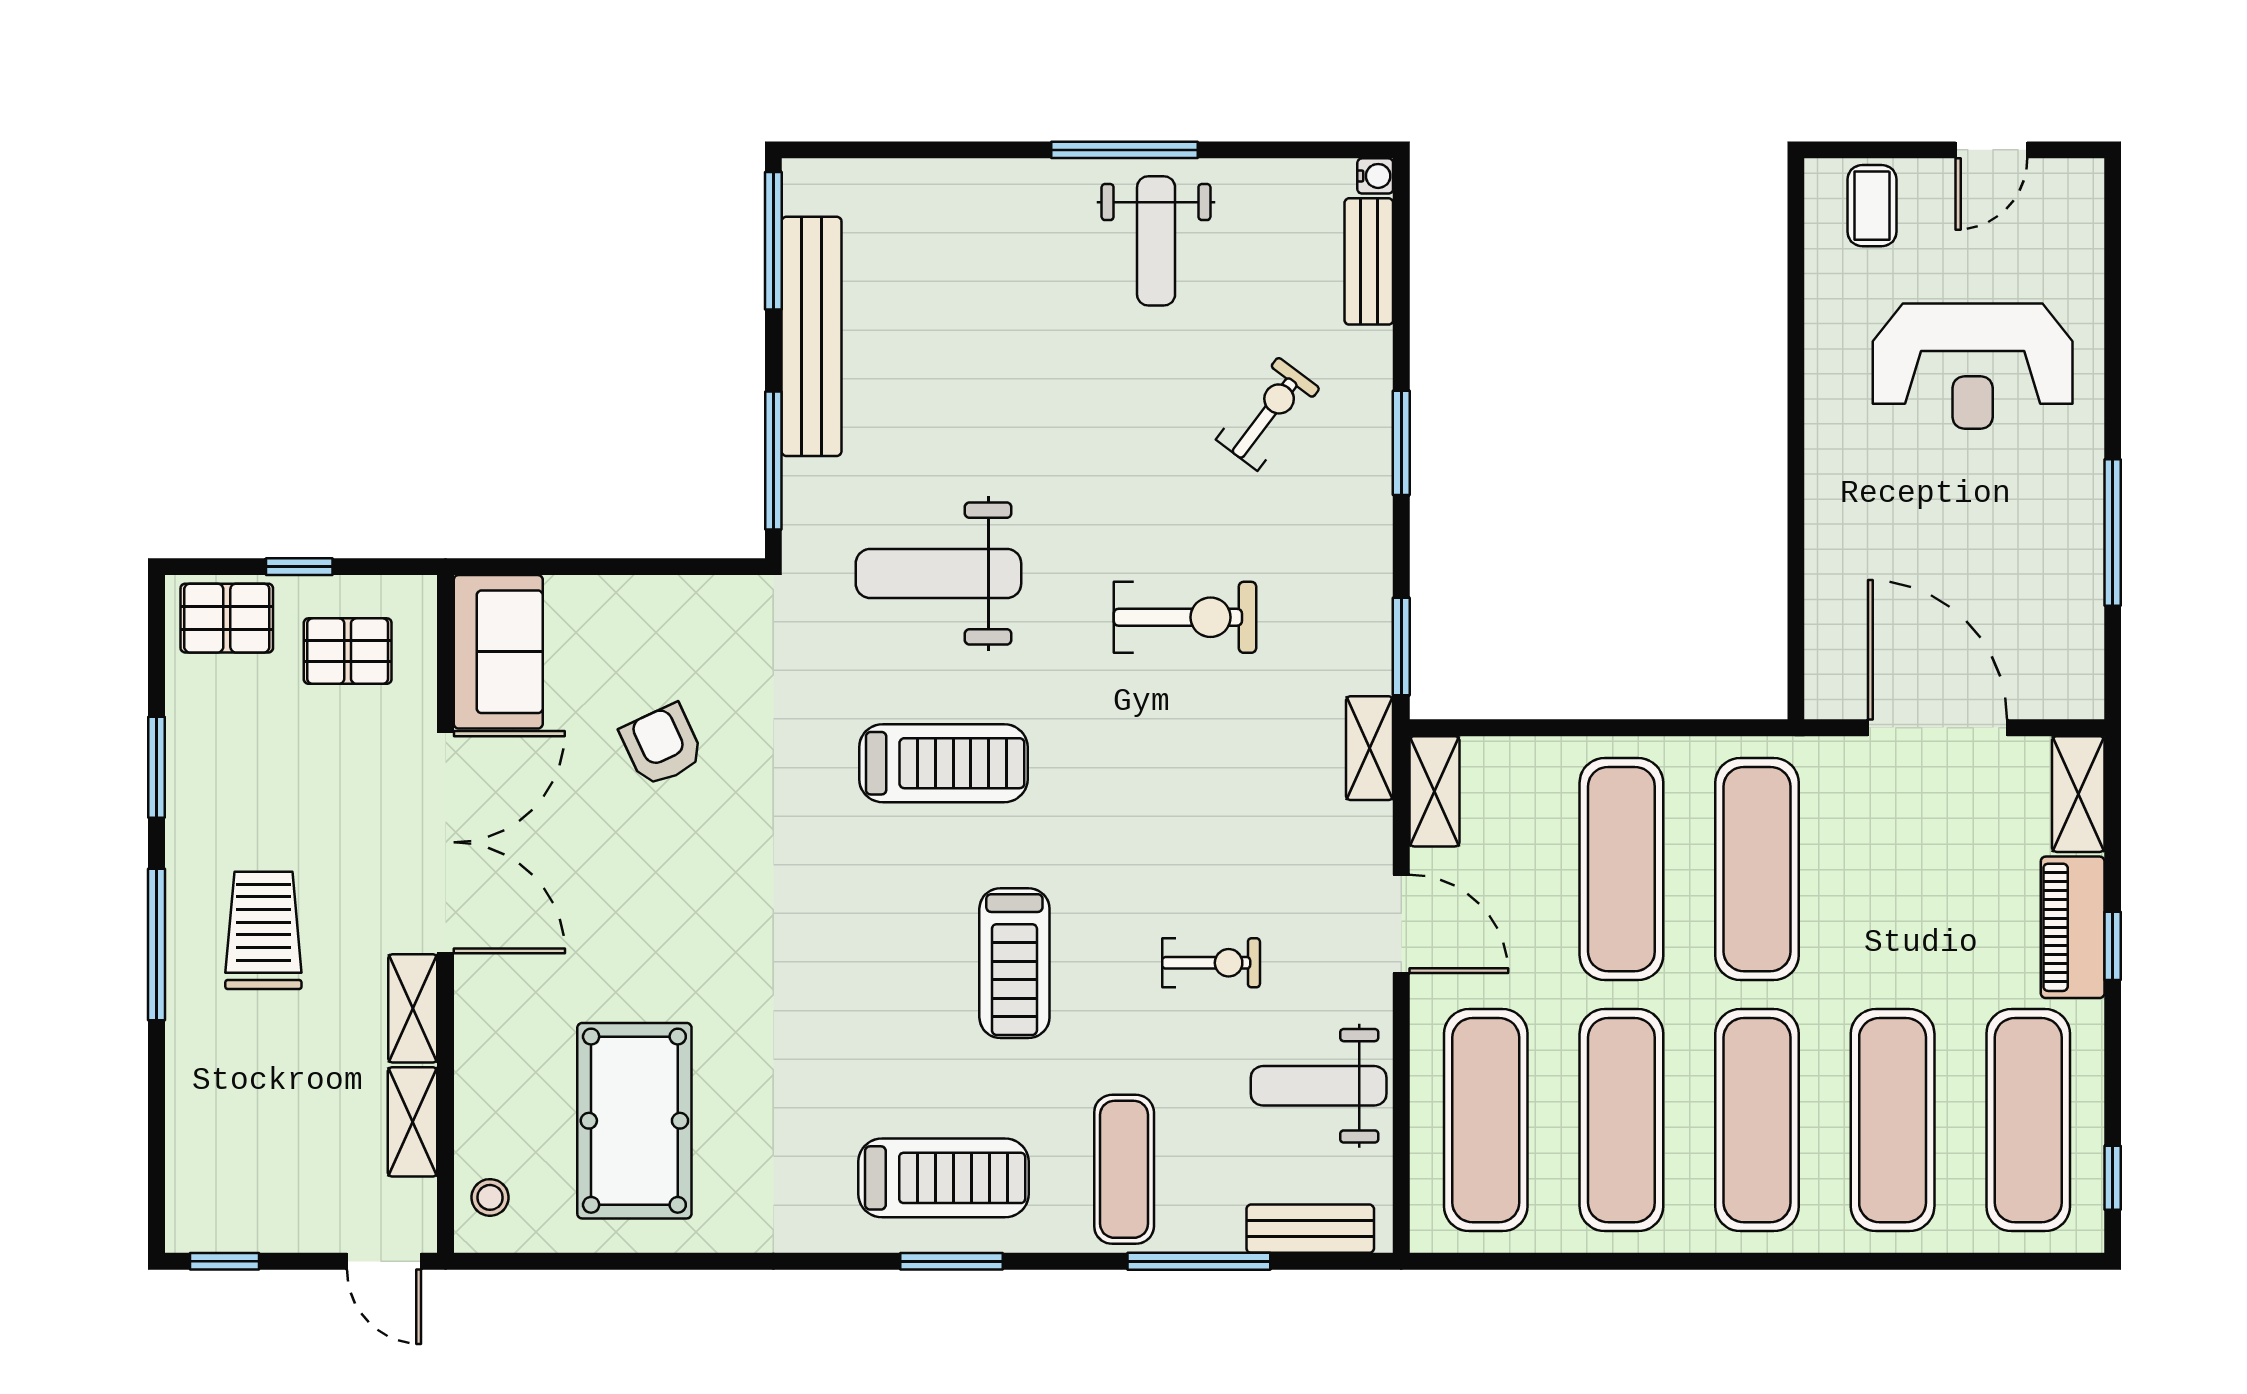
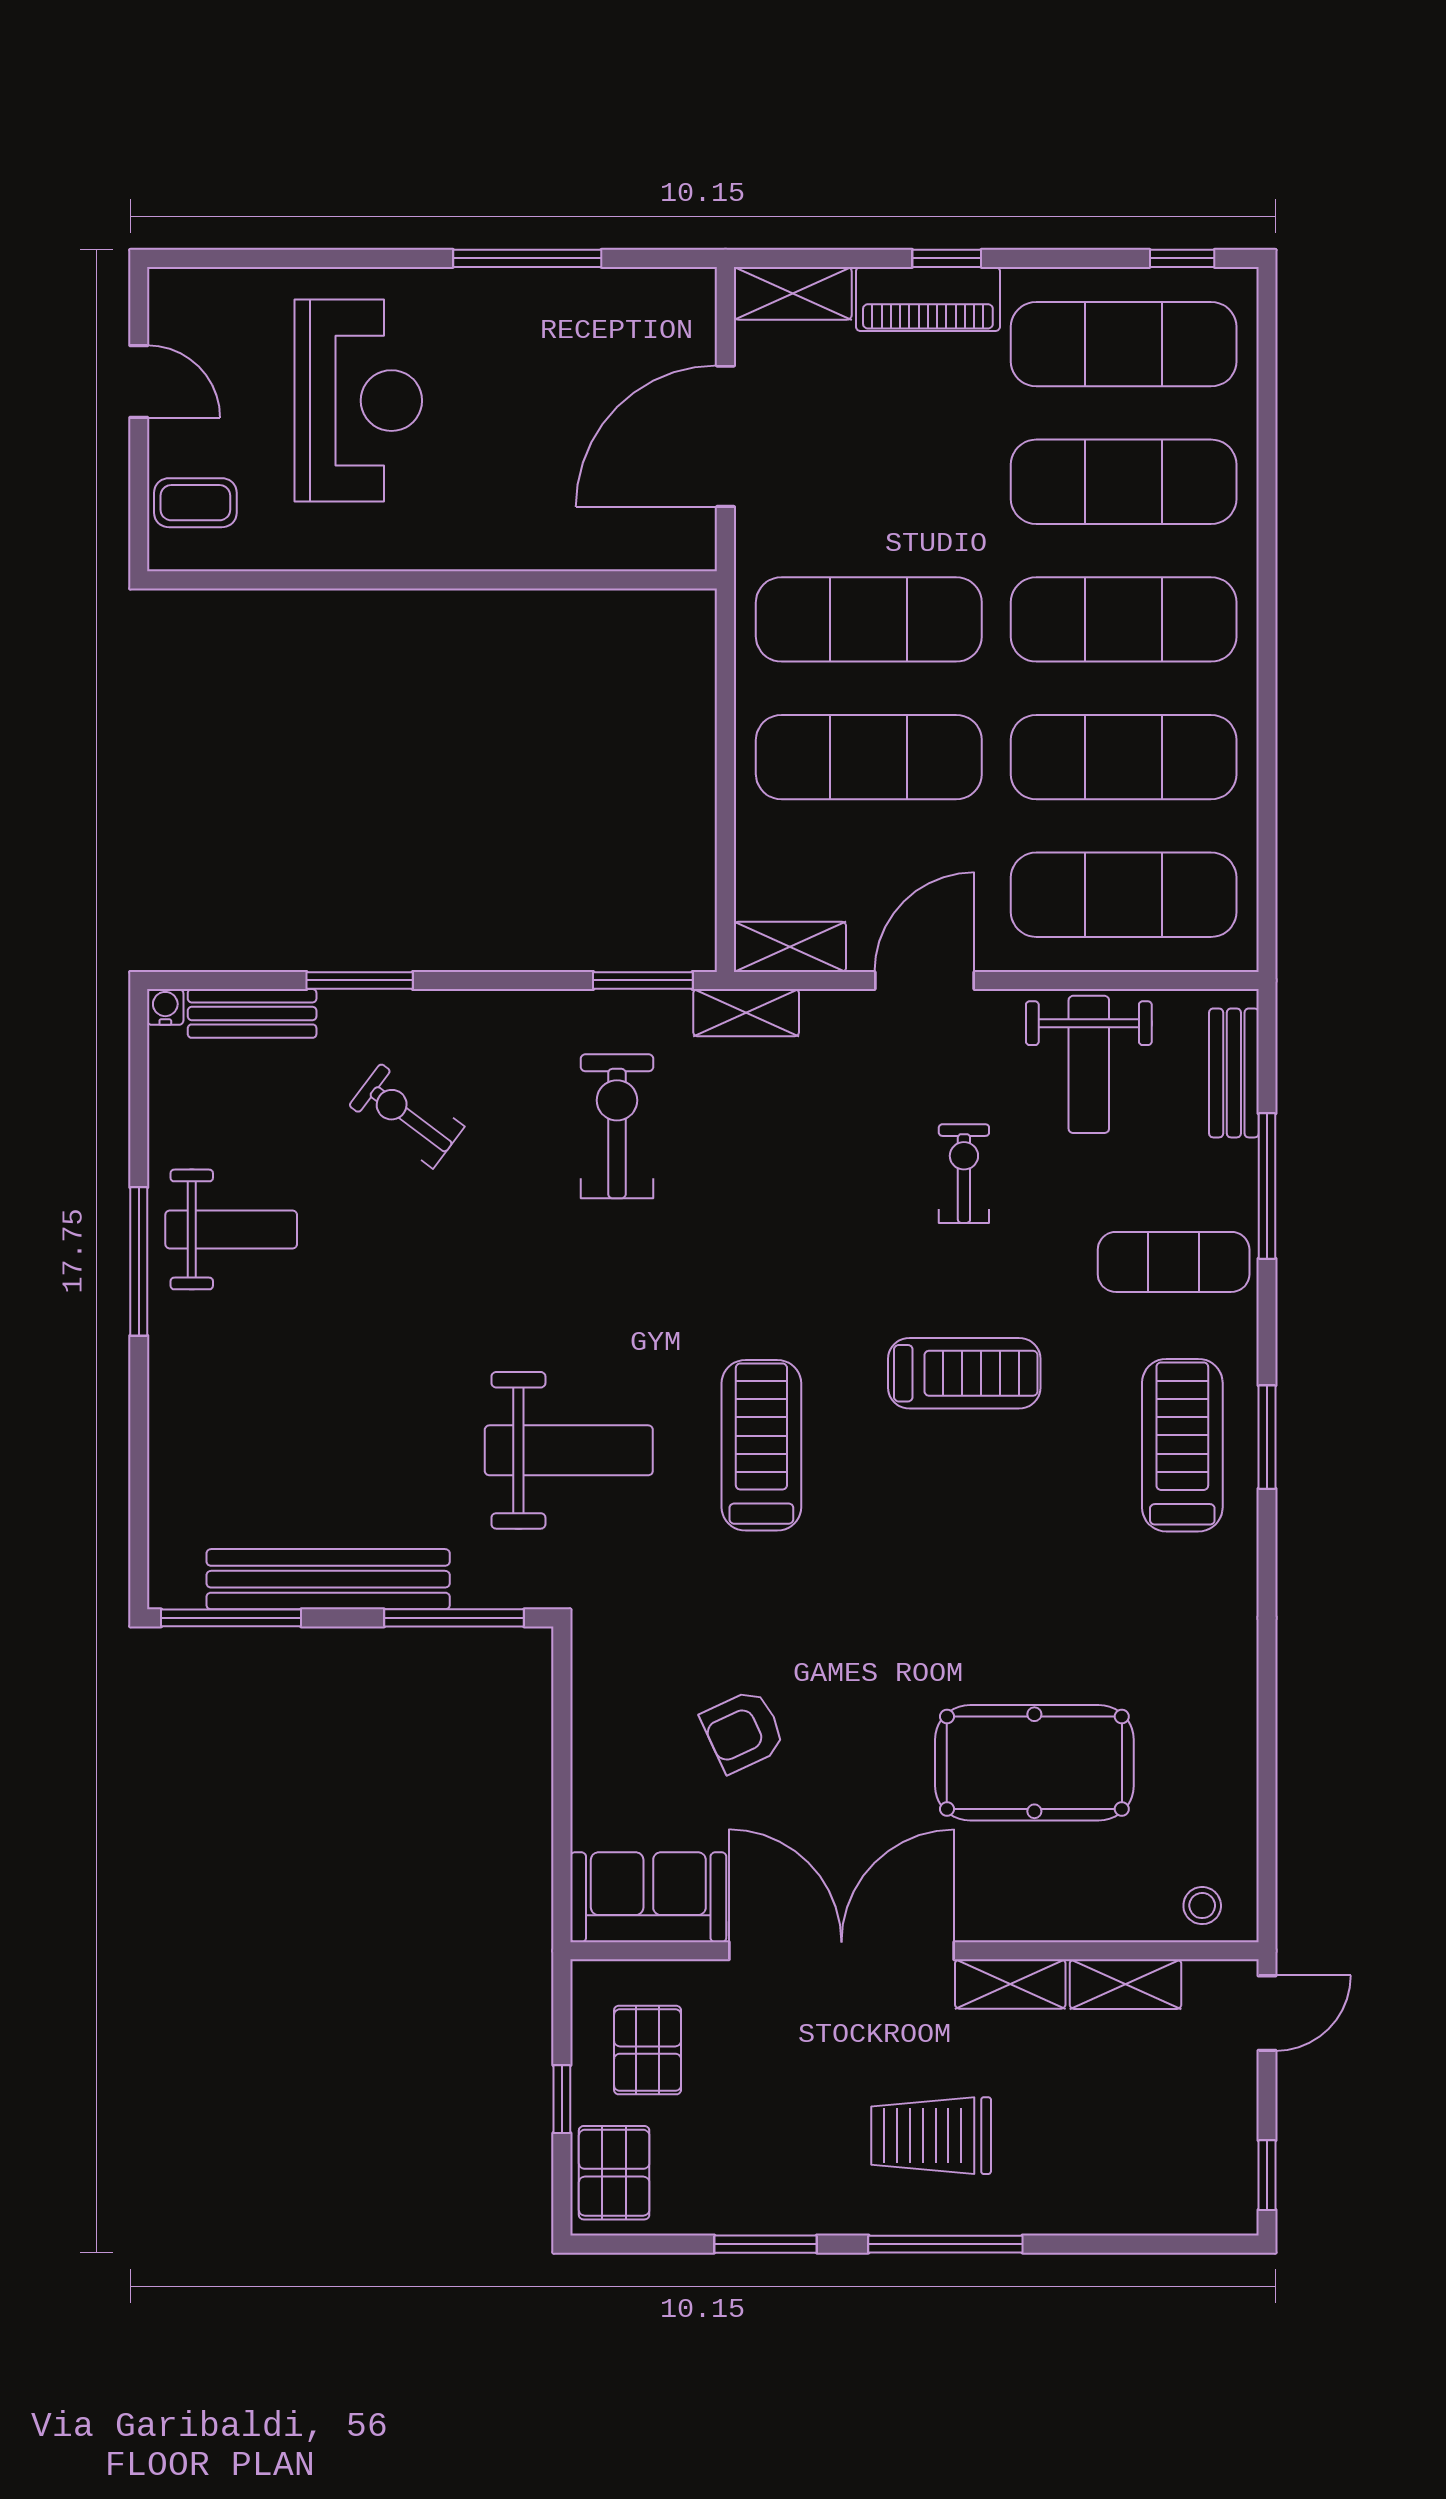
window: (1401, 443) -> (360, 980), moved
weight bench: (938, 573) -> (569, 1450), turned -90
exercise bike: (1185, 617) -> (617, 1126), moved
pool table: (634, 1121) -> (1034, 1763), moved

